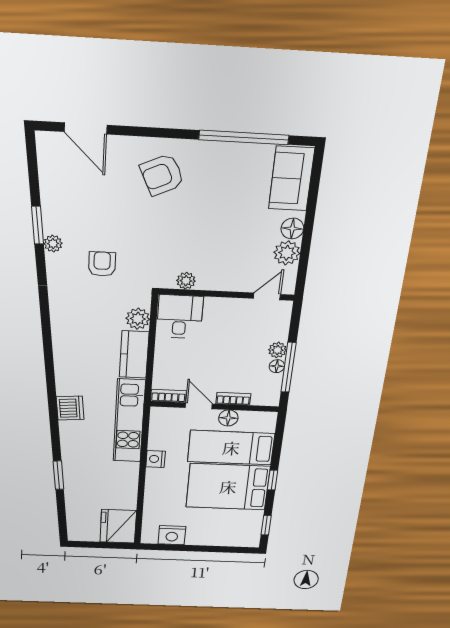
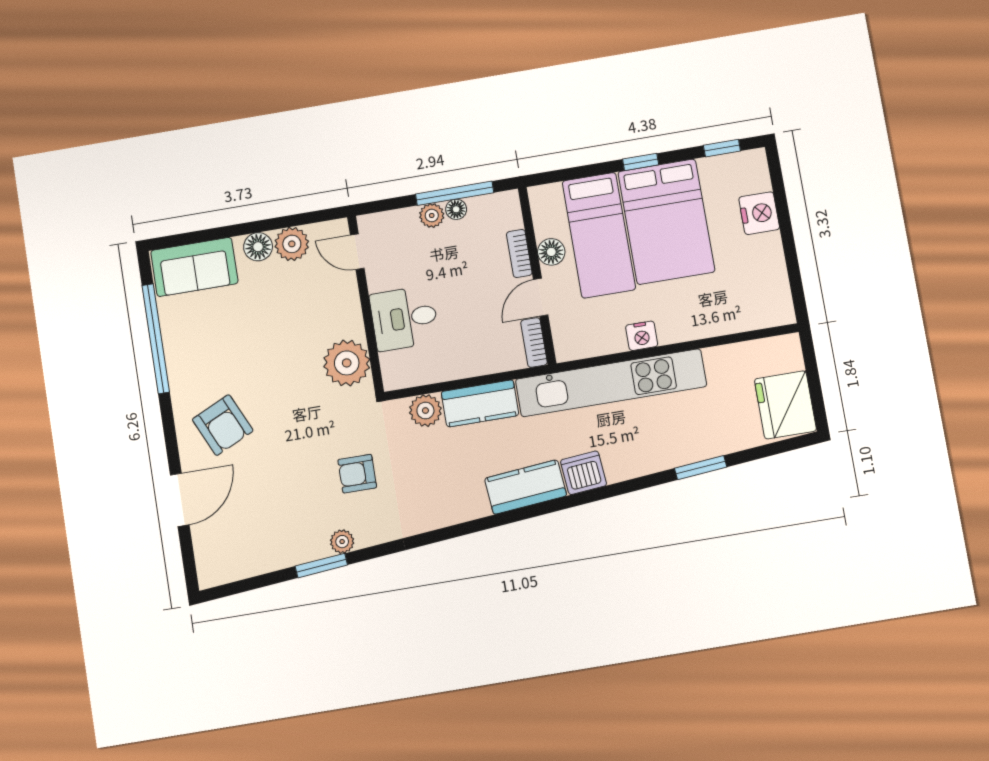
door: (86, 128) -> (180, 500), moved
plant: (186, 281) -> (347, 363), width x1.88, depth x1.88
desk: (180, 317) -> (404, 318), moved
kitchen counter: (68, 371) -> (526, 487), added
kitchen unit: (129, 421) -> (611, 383), width x1.36
fridge: (118, 526) -> (785, 405), moved, turned 90
nightstand: (172, 535) -> (759, 213), moved

